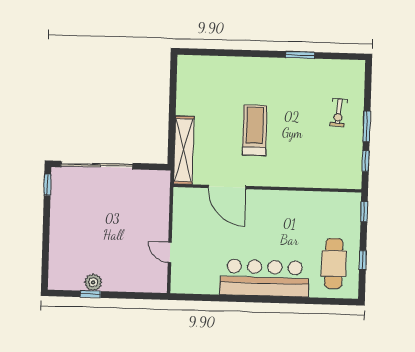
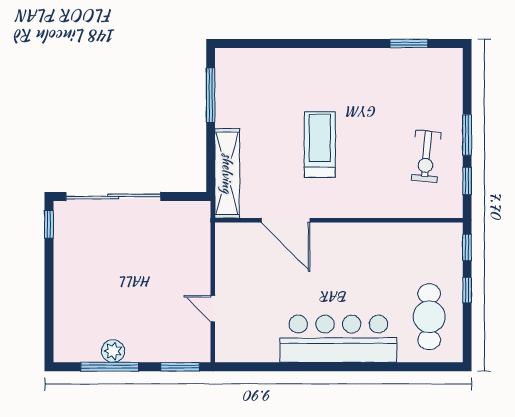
window: (300, 55) -> (409, 43), moved
window: (173, 90) -> (211, 95), added
exercise bike: (339, 112) -> (426, 156), moved, width x1.38, depth x1.39
window: (363, 260) -> (467, 290), moved
window: (90, 294) -> (110, 367), width x2.17
window: (144, 296) -> (180, 367), added

